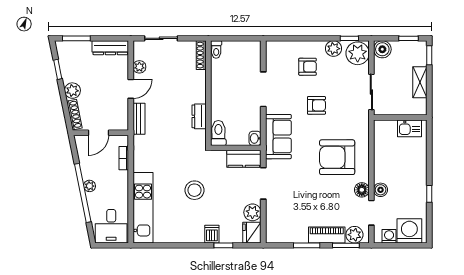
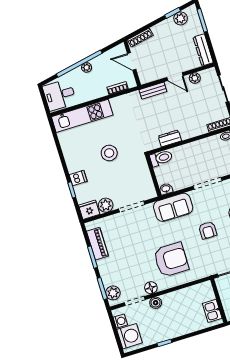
plant: (72, 91) -> (181, 18), moved
armchair: (337, 157) -> (171, 260), turned 90
kitchen counter: (244, 159) -> (147, 185), removed
piano: (327, 235) -> (97, 244), moved

